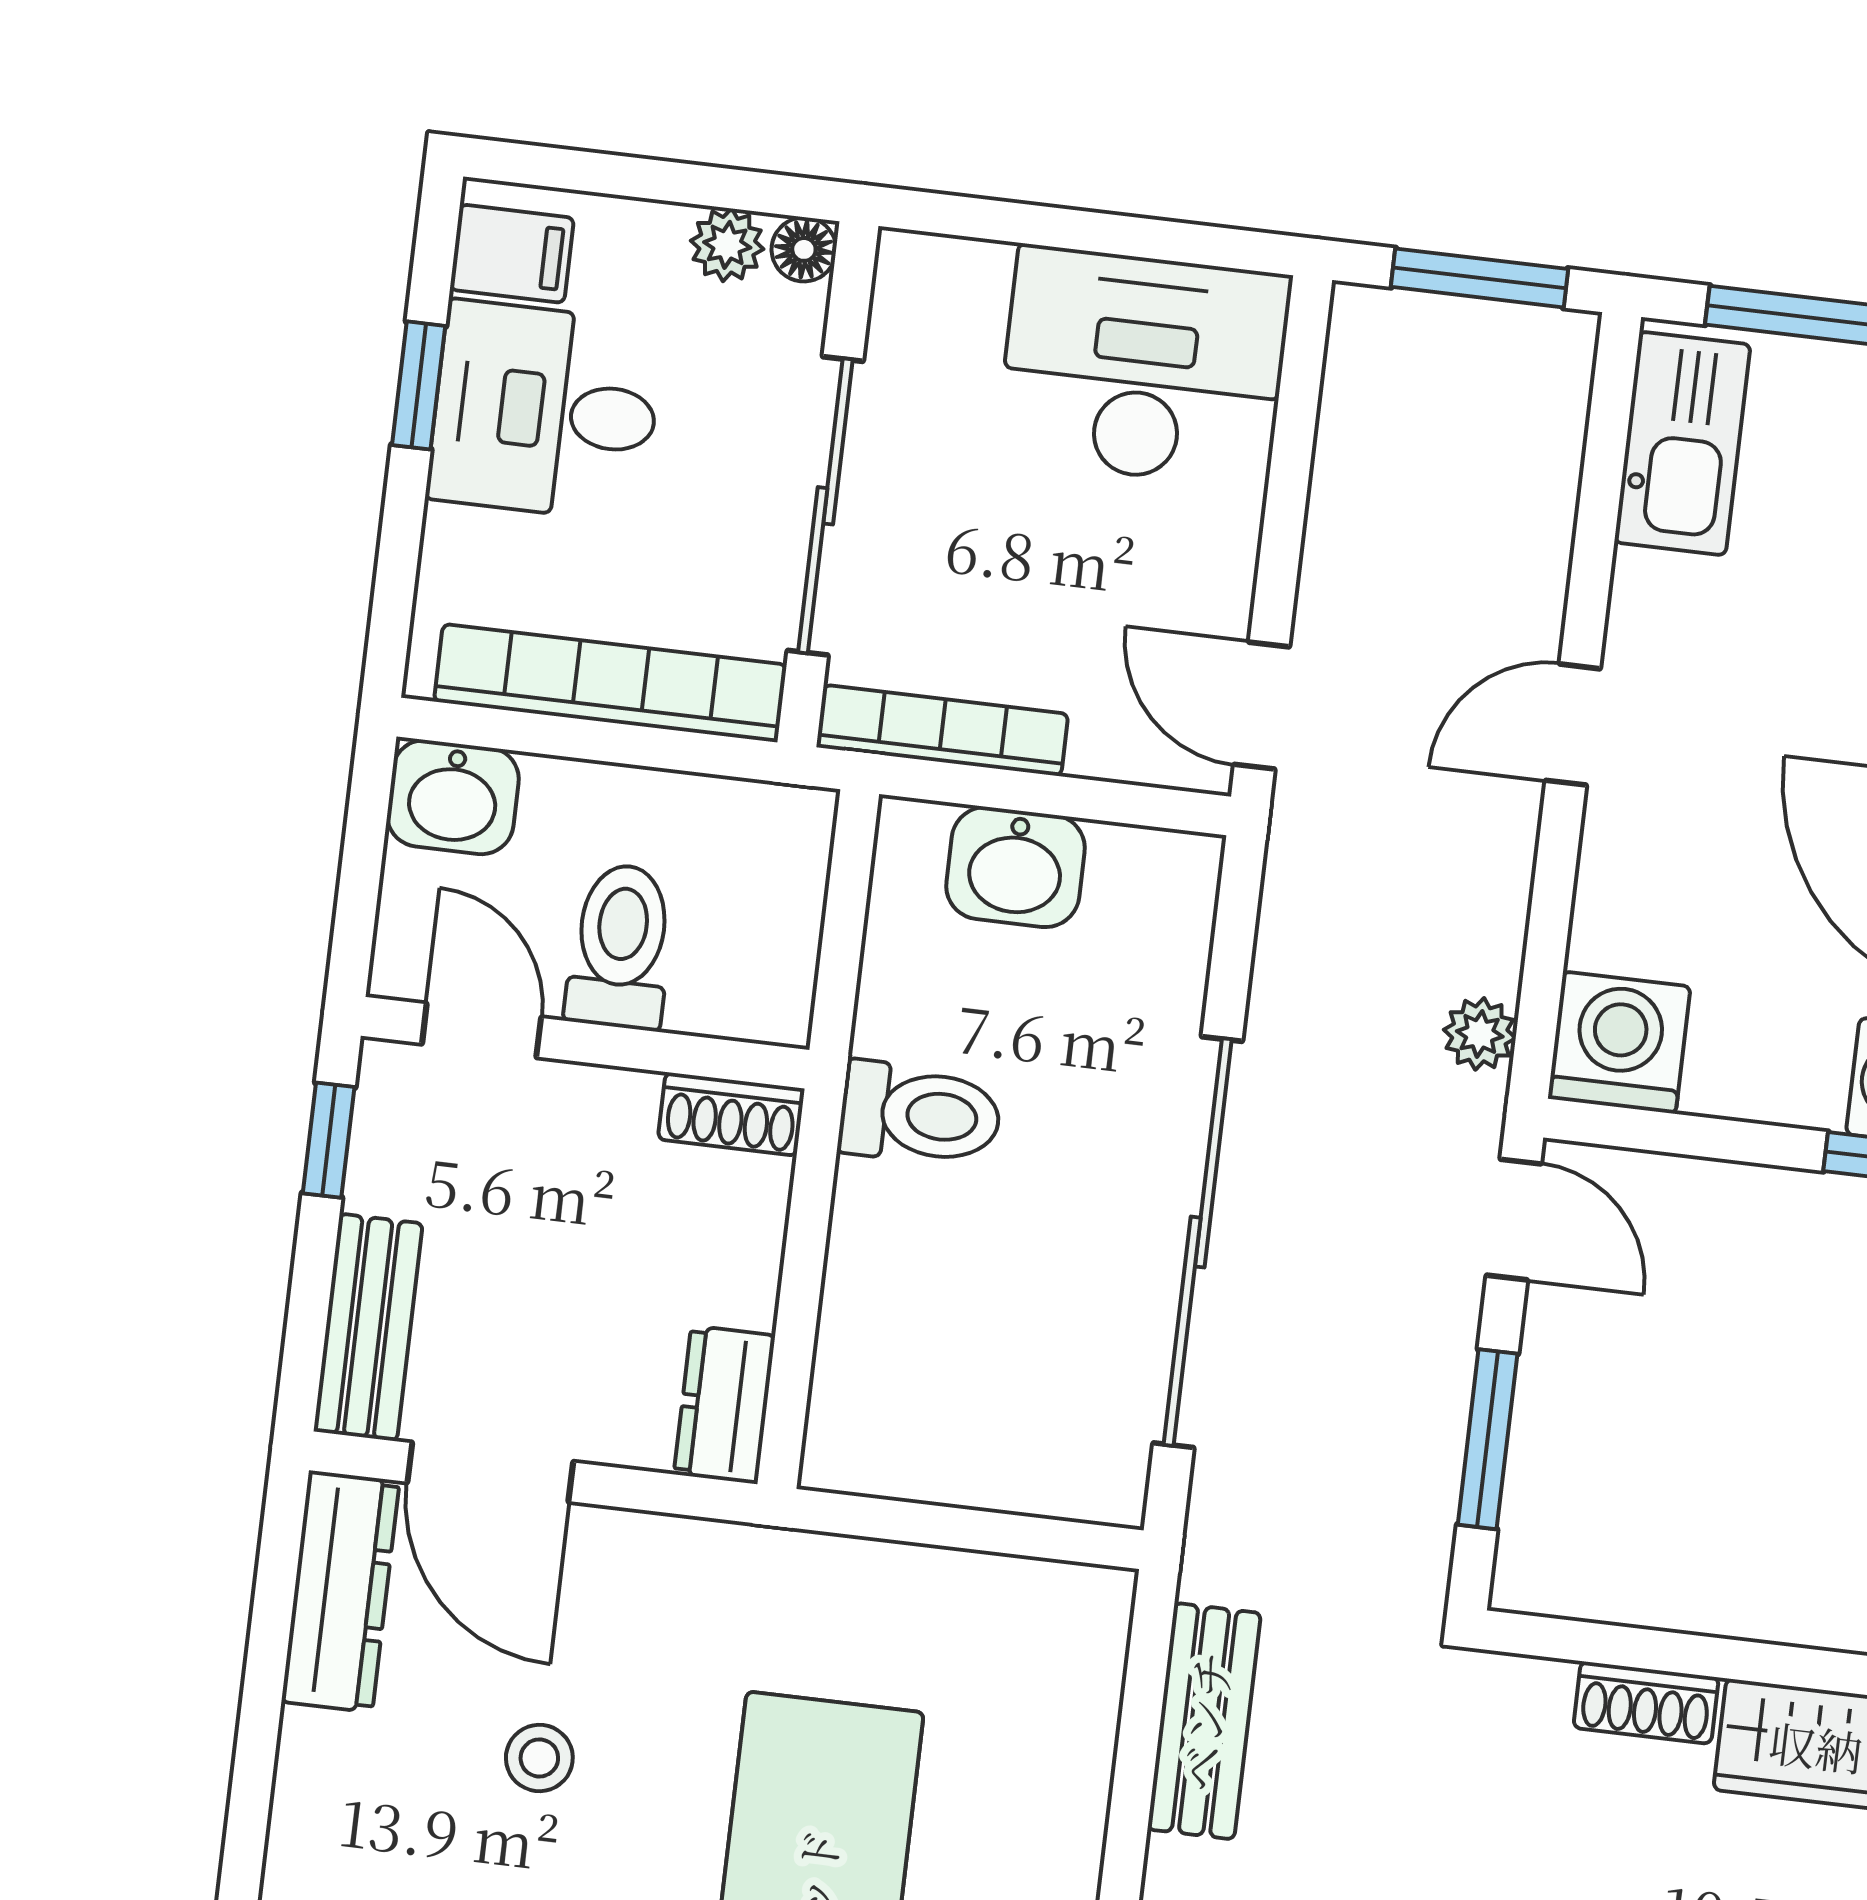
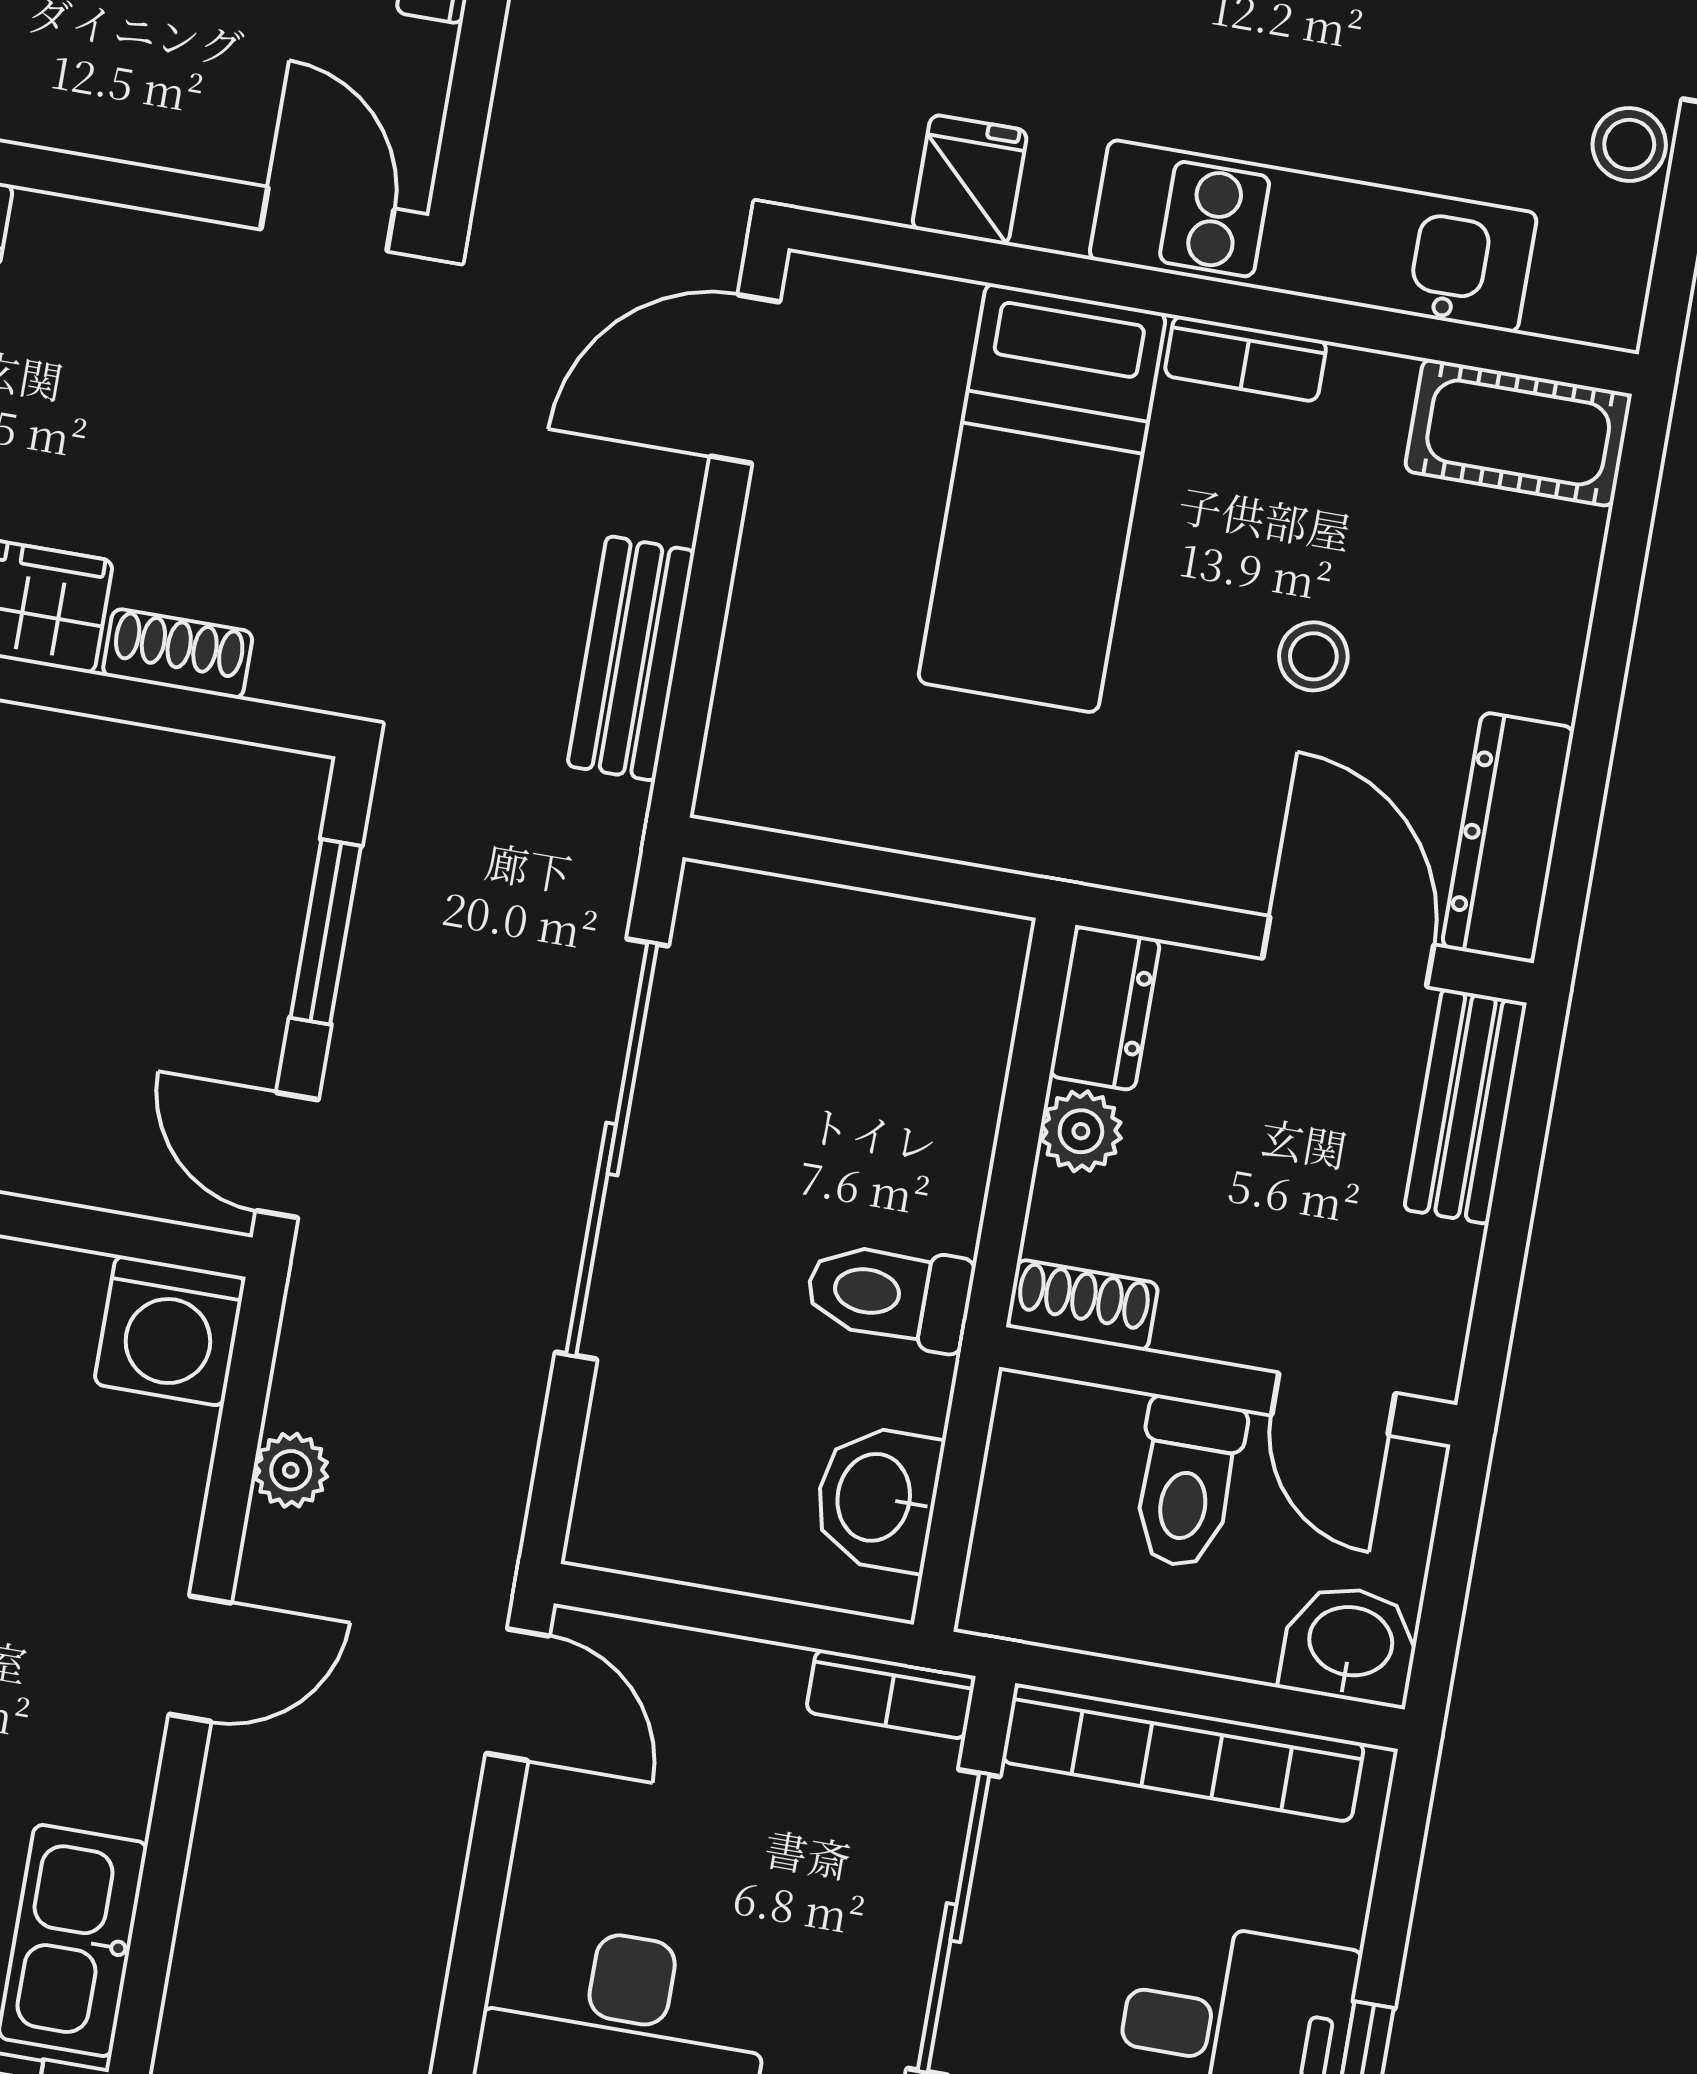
bookcase: (942, 730) -> (891, 1694), width x0.64
washbasin: (1016, 867) -> (877, 1498), moved, turned -90
plant: (1480, 1034) -> (291, 1470), moved
window: (329, 1140) -> (1496, 1300), removed
plant: (742, 1283) -> (1081, 1131), added

